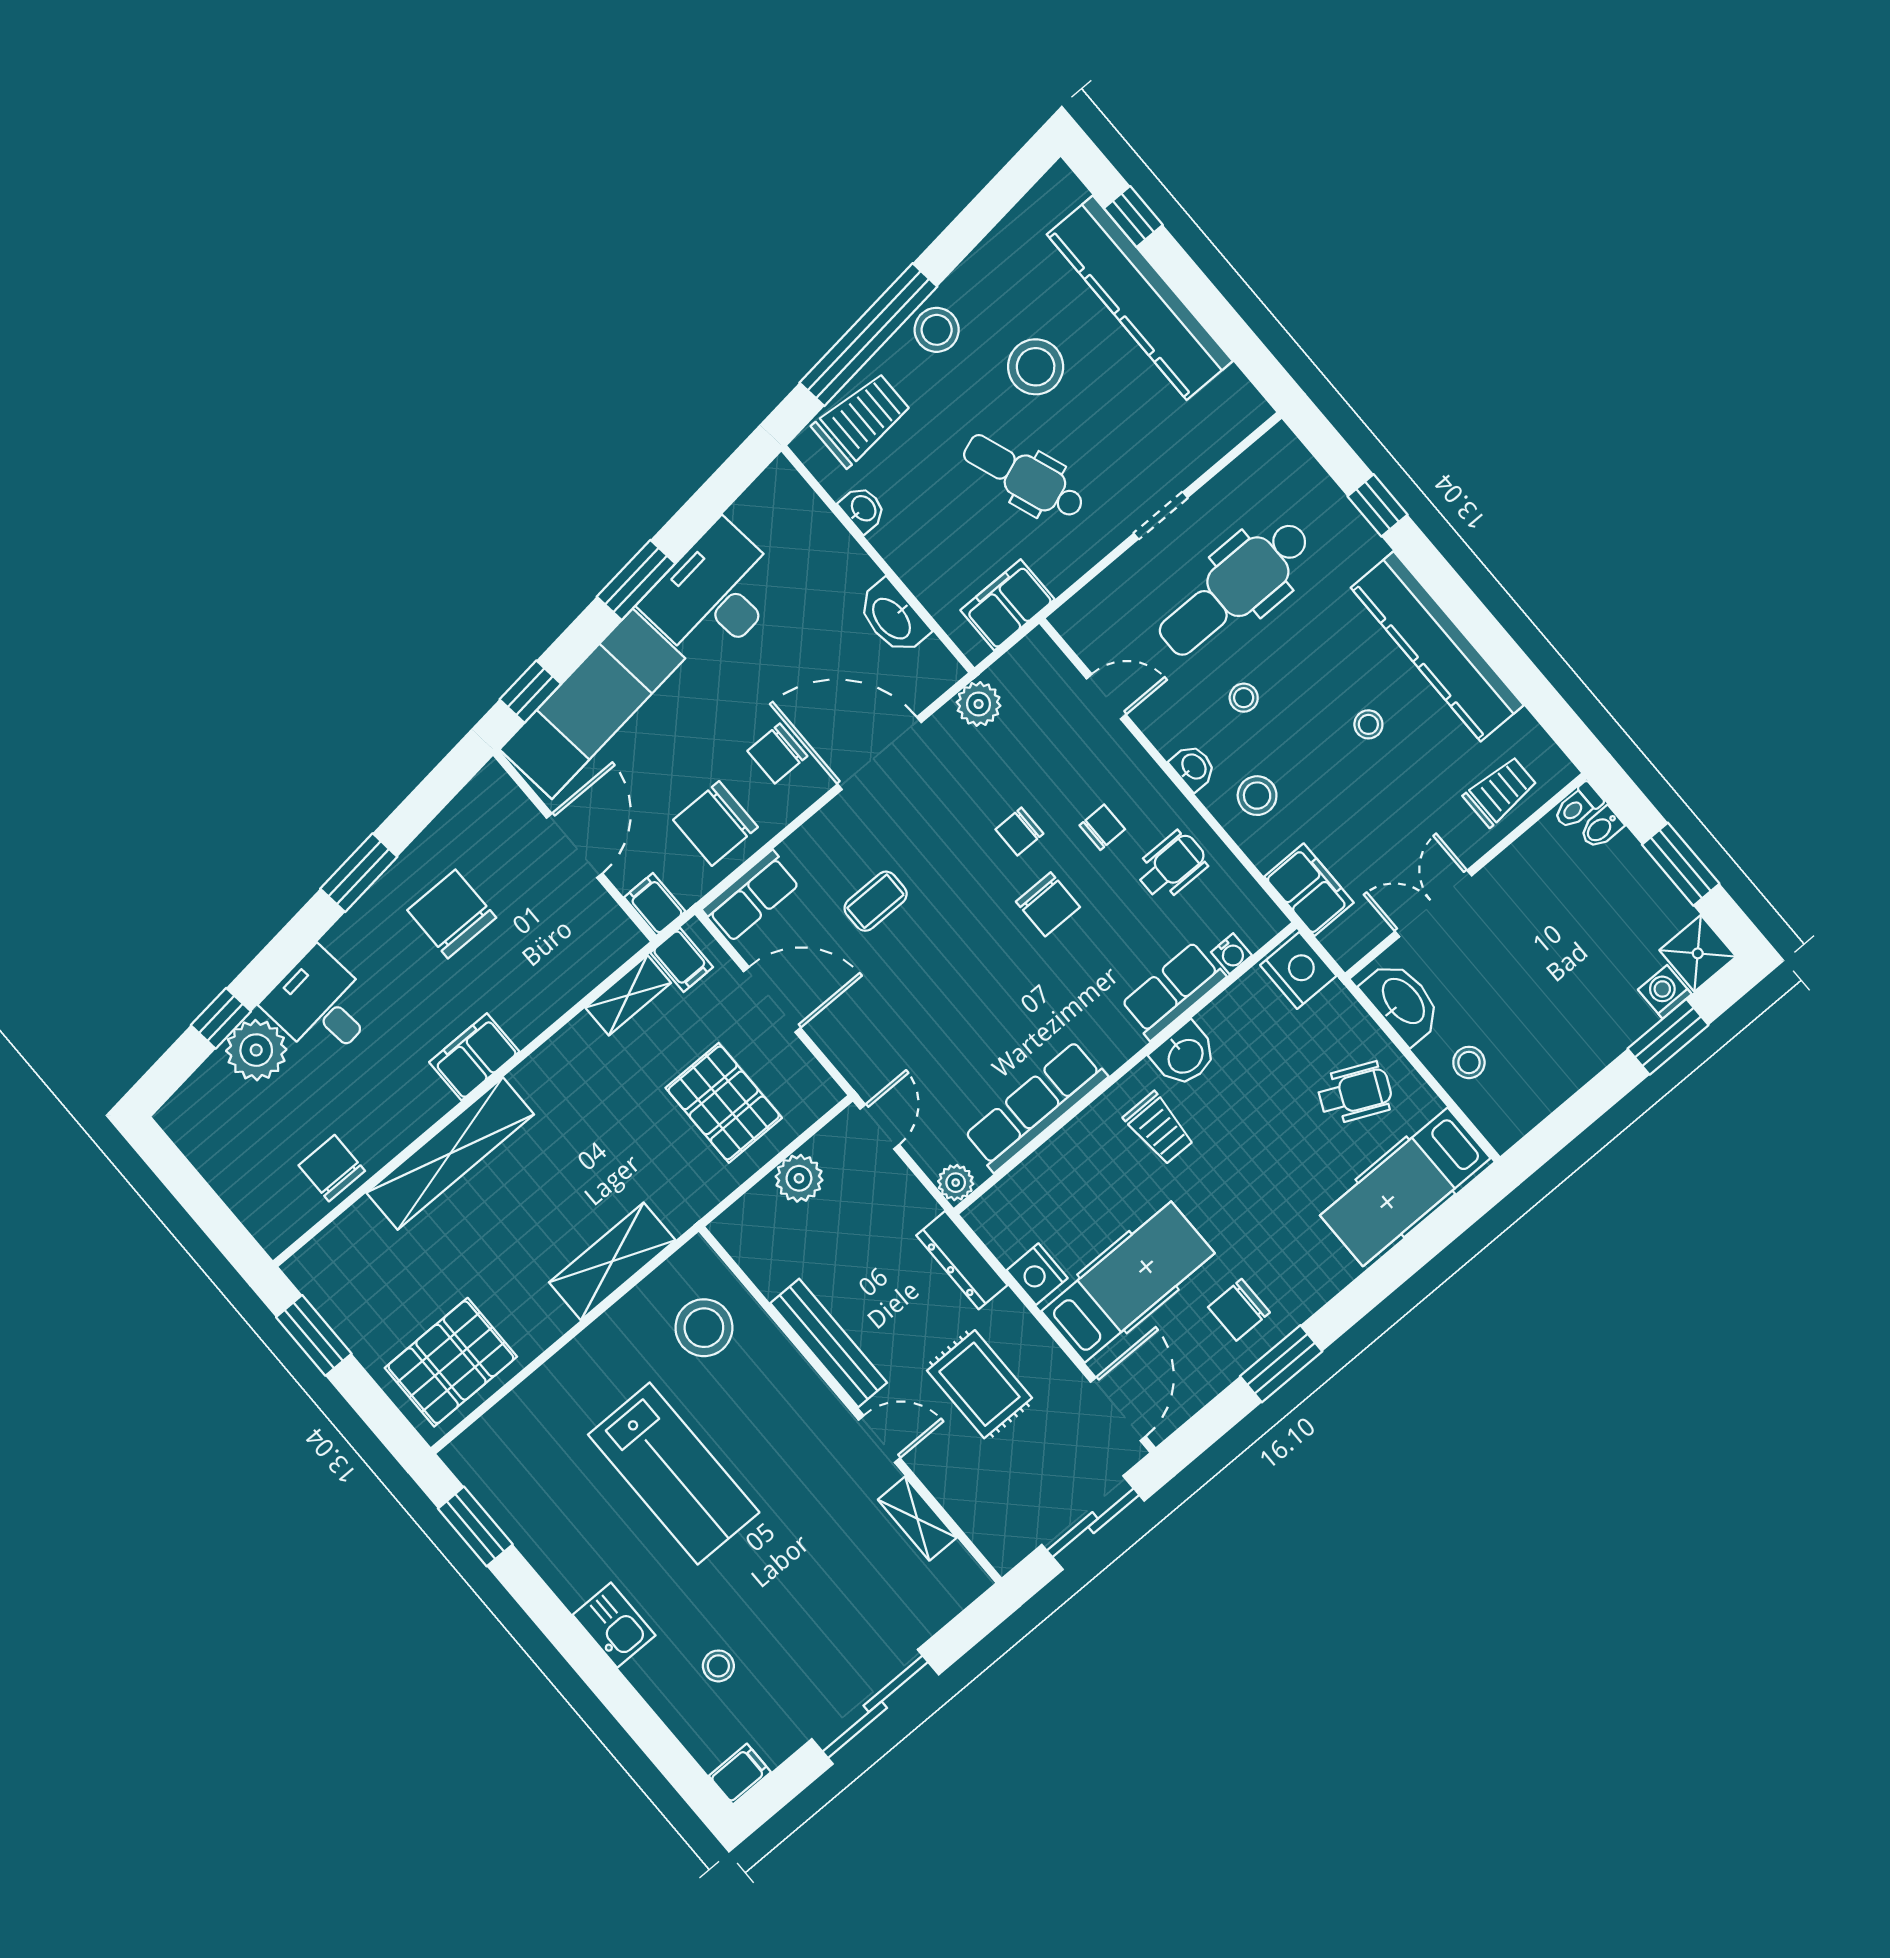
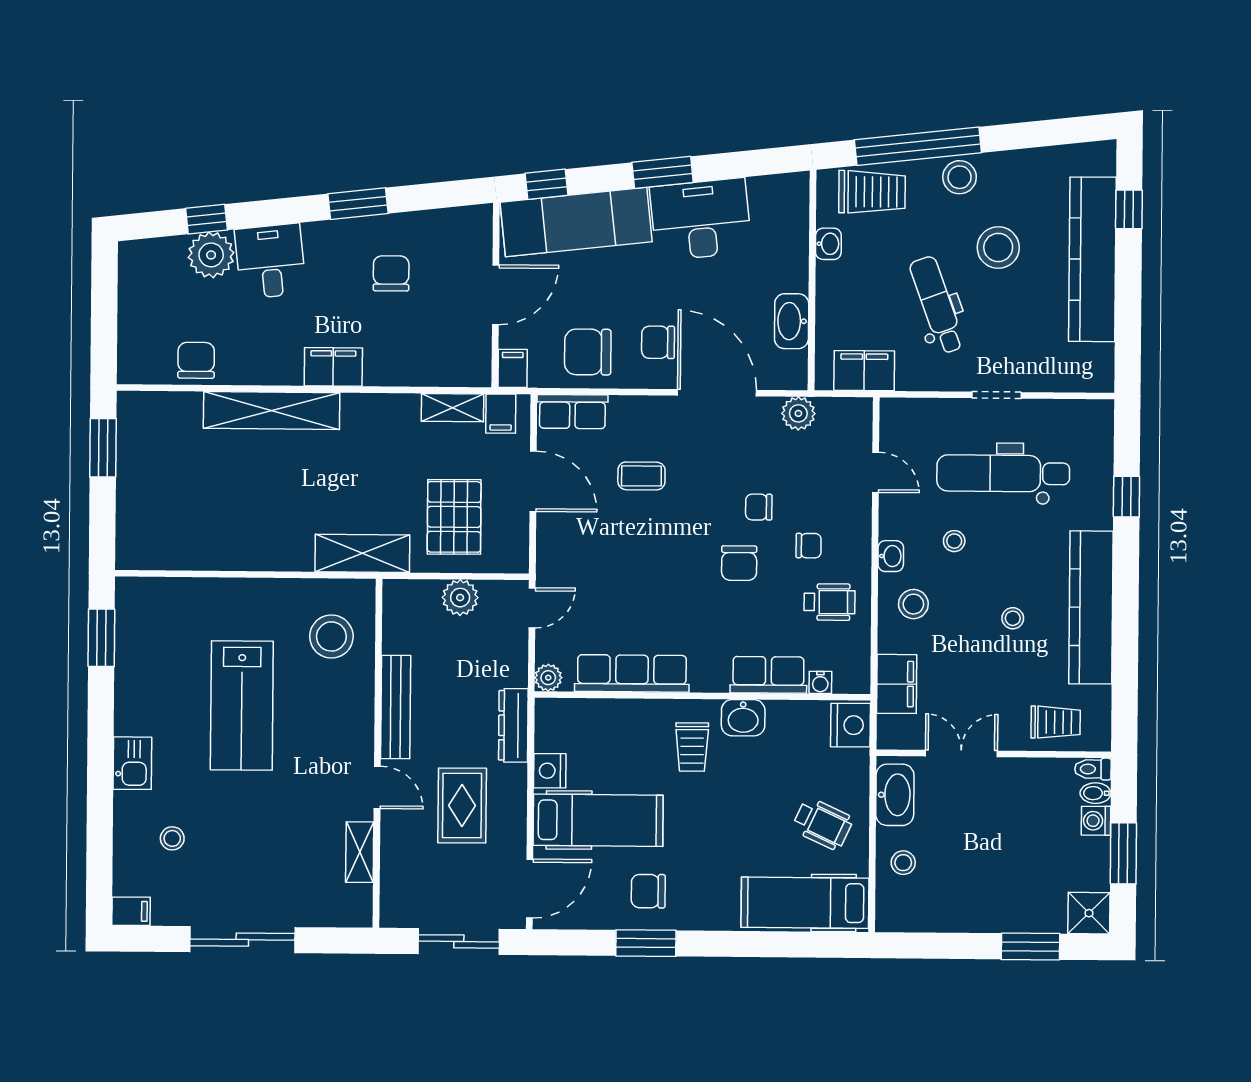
chair: (452, 914) -> (391, 273), width x0.73, depth x0.73
washing machine: (1665, 992) -> (1096, 821), moved, turned -90
shelving: (612, 1261) -> (362, 553), moved
pallet: (451, 1362) -> (169, 531), removed

